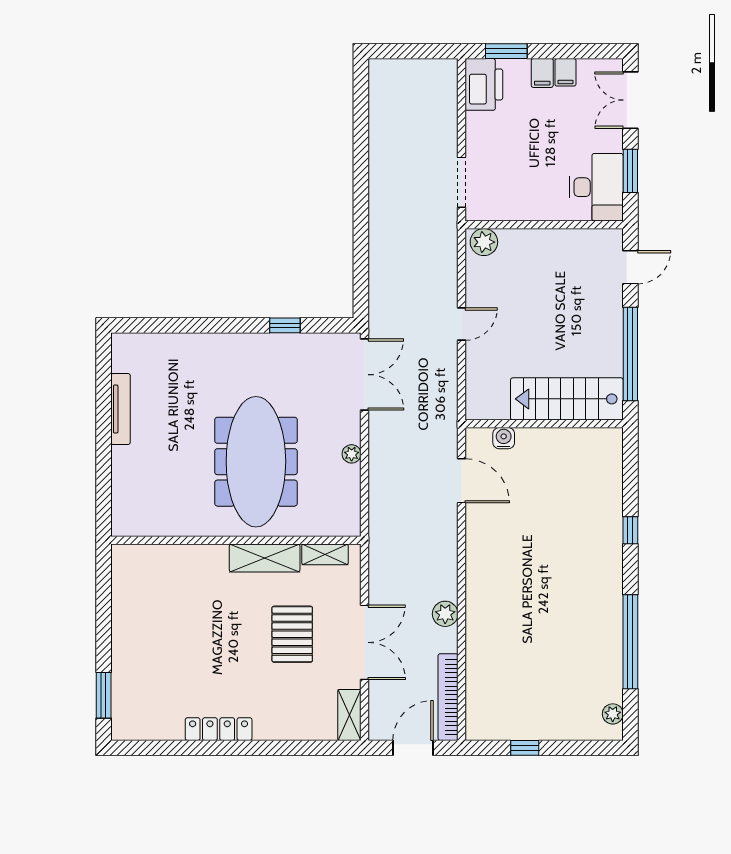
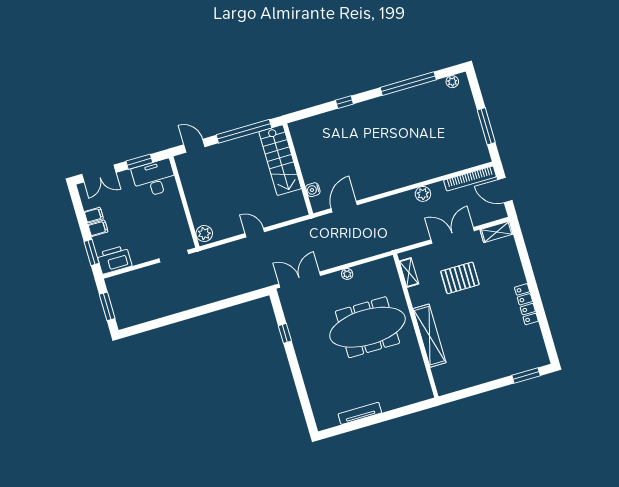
window: (412, 51) -> (107, 306), added
shelving: (265, 558) -> (430, 336), moved, width x1.47
window: (525, 748) -> (486, 126), width x2.17

